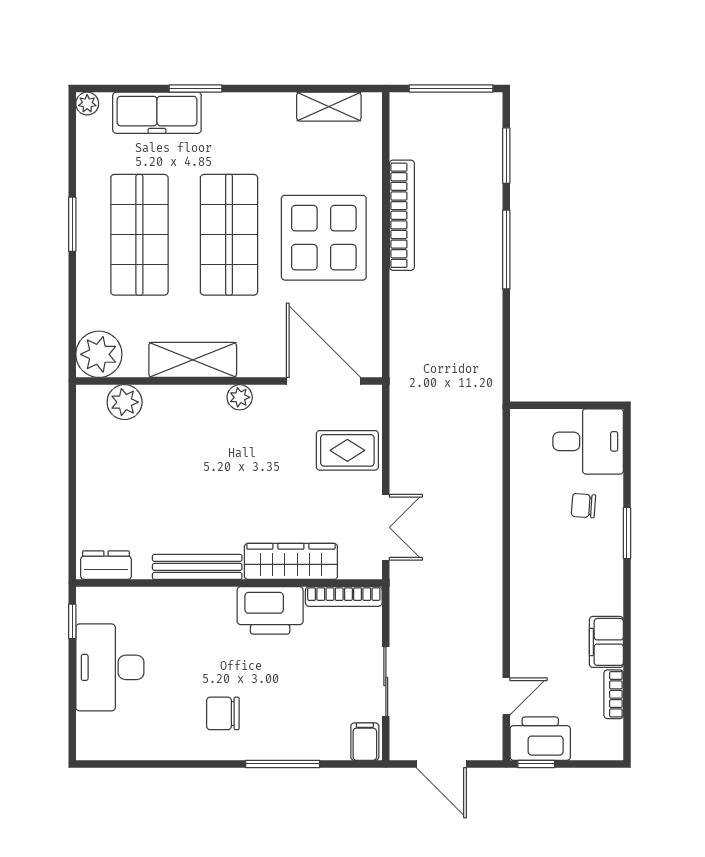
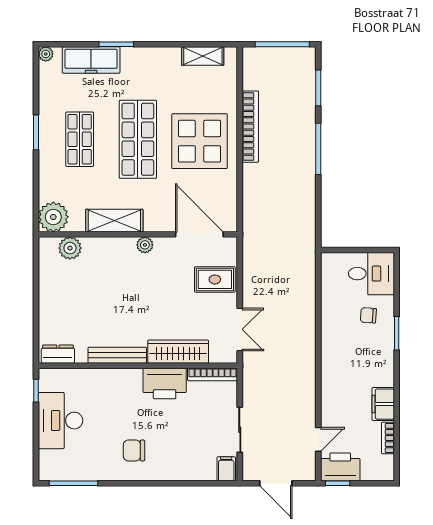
shop shelf: (139, 235) -> (80, 139), width x0.70, depth x0.74
window: (283, 764) -> (74, 483), moved

